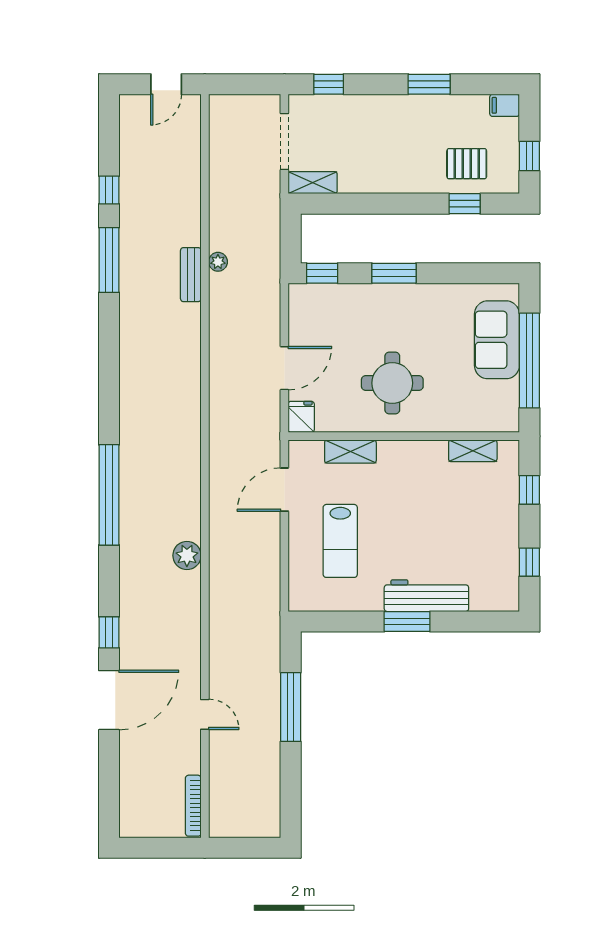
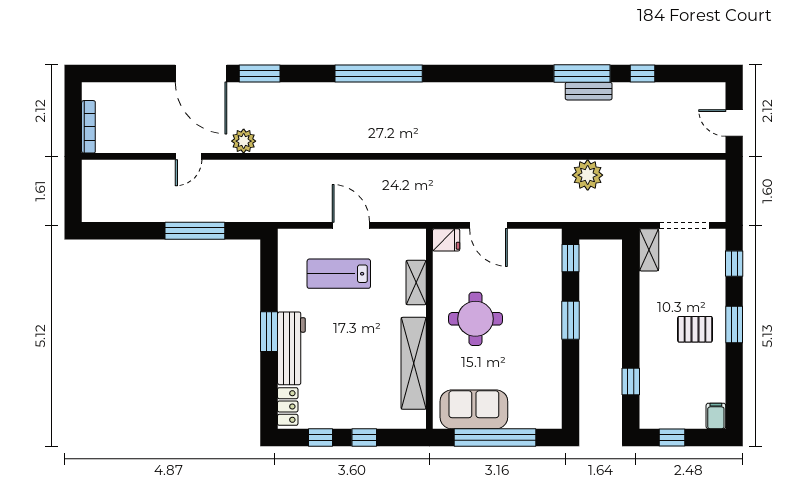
window: (429, 84) -> (734, 325), moved
pallet: (467, 164) -> (695, 329), moved, turned 90
plant: (218, 262) -> (588, 175), width x1.88, depth x1.88
bench: (191, 275) -> (589, 91), moved
sofa: (497, 340) -> (474, 409), moved
shelving: (473, 451) -> (414, 363), width x2.20, depth x1.33
door: (284, 490) -> (351, 225), moved
window: (529, 490) -> (364, 437), moved
plant: (187, 555) -> (244, 141), moved
locker: (494, 600) -> (288, 406), added
window: (109, 632) -> (260, 74), width x1.50
bookcase: (193, 806) -> (88, 127), moved, turned 90

